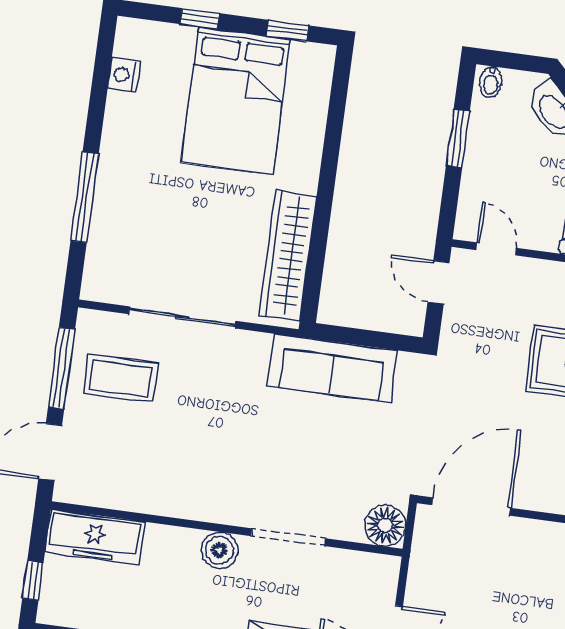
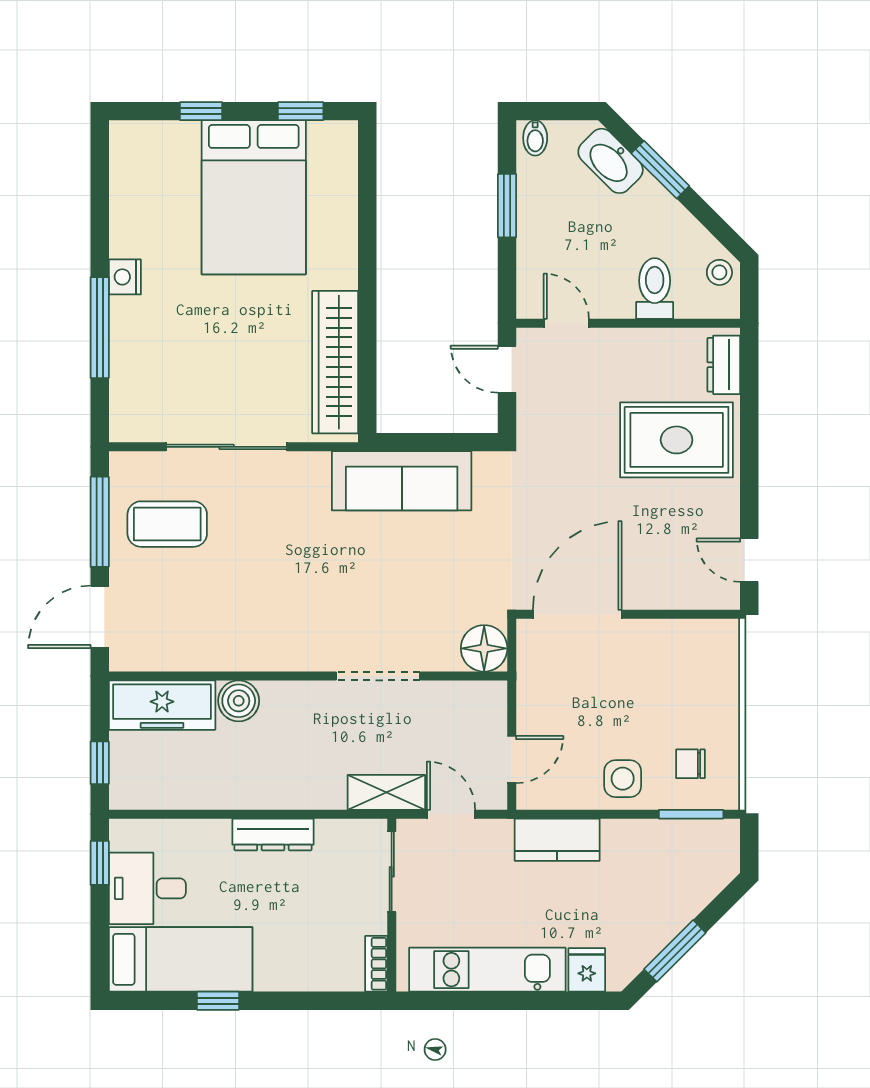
nightstand: (124, 75) -> (125, 277), moved
boiler: (219, 550) -> (239, 701), moved

